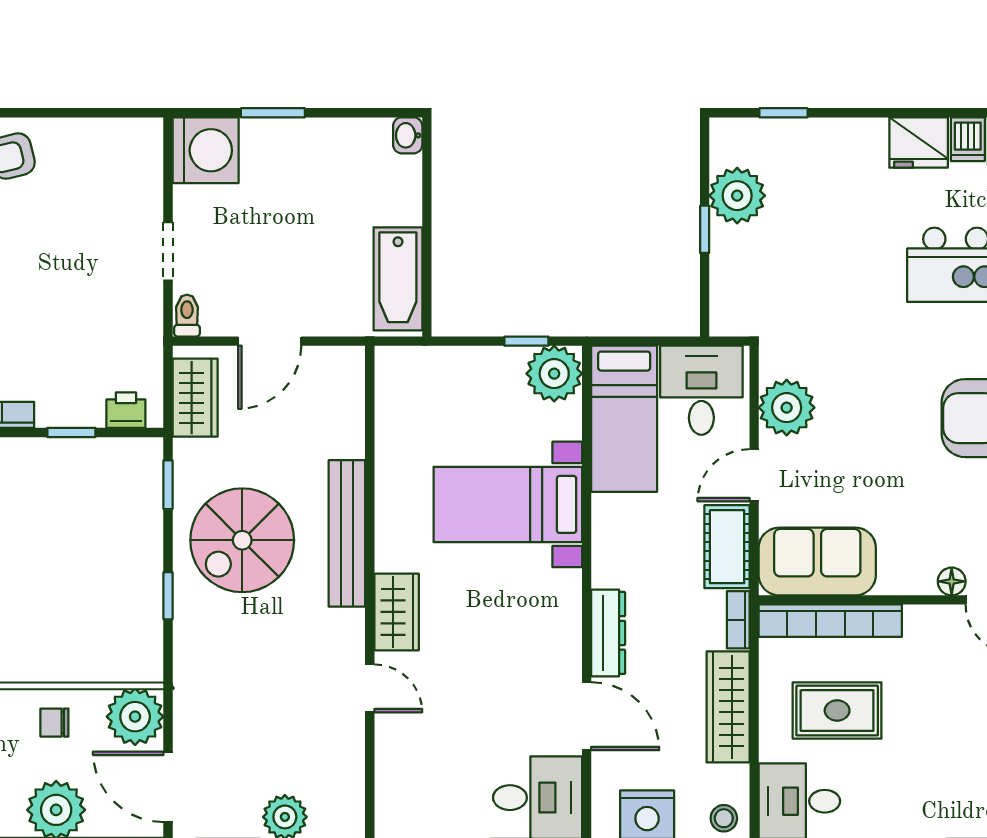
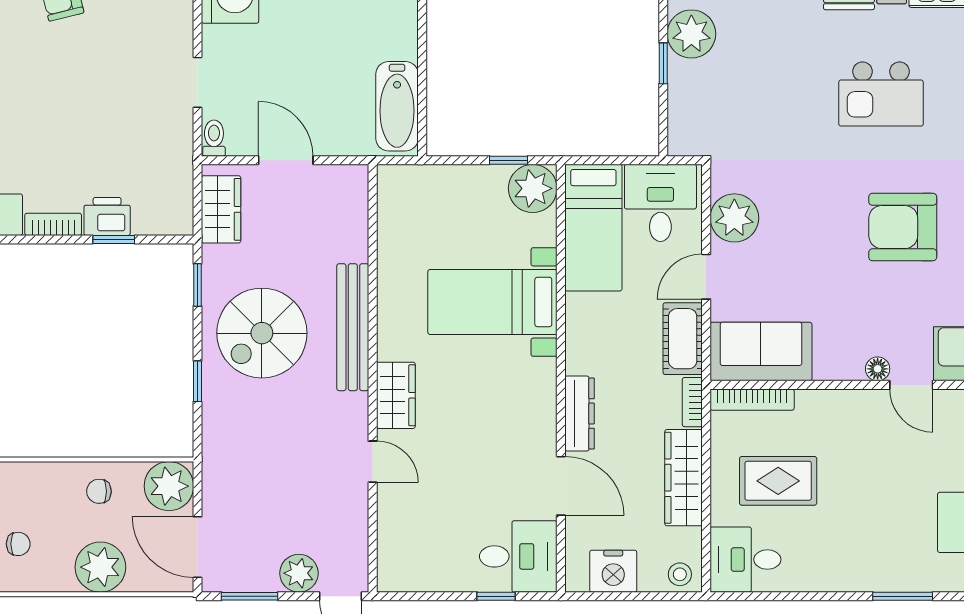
door: (270, 341) -> (286, 160), swing flipped
printer: (126, 410) -> (107, 216), moved, width x1.36, depth x1.24
bookcase: (830, 621) -> (752, 400), width x0.68, depth x0.76

